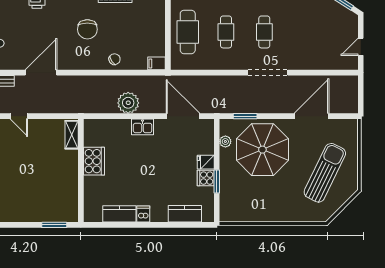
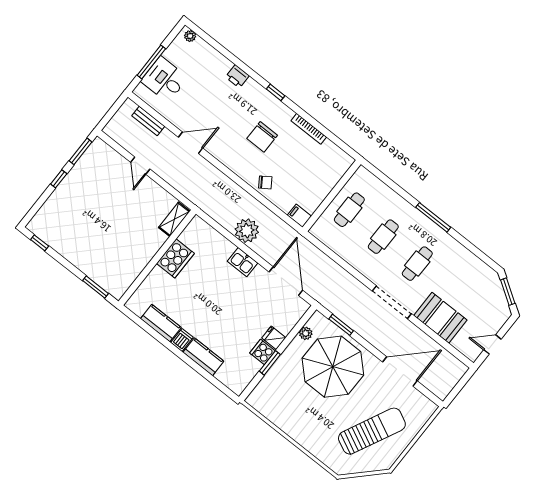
cafe table: (188, 32) -> (349, 210), width x0.73, depth x0.74
booth: (310, 57) -> (440, 318), added
door: (41, 73) -> (191, 143), width x0.73
kitchen counter: (185, 214) -> (203, 357), moved

